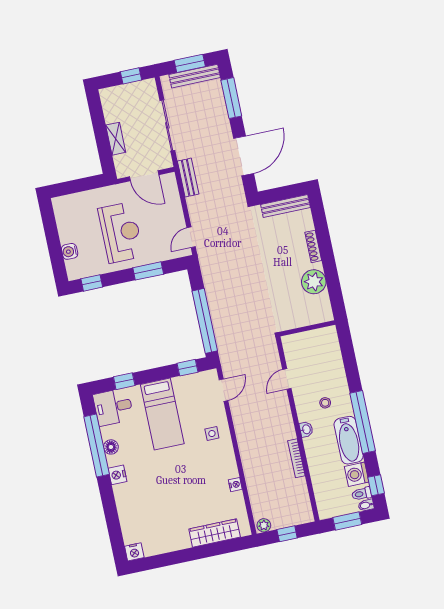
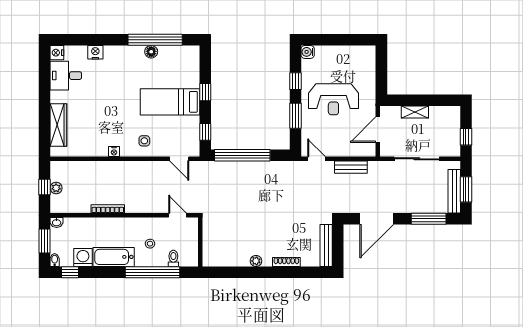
door: (244, 156) -> (377, 219), hinge flipped
bench: (188, 178) -> (351, 167), moved
water cooler: (70, 251) -> (308, 52), moved, turned -90
plant: (314, 282) -> (256, 261), width x0.53, depth x0.53
window: (92, 283) -> (295, 81), moved
wall: (307, 328) -> (200, 242), moved
window: (124, 381) -> (205, 92), moved
desk: (113, 407) -> (66, 76), moved, turned -90
window: (363, 422) -> (152, 272), moved
washbasin: (306, 429) -> (57, 222), moved
nightstand: (117, 475) -> (95, 52), moved
nightstand: (235, 485) -> (114, 152), moved
toilet: (362, 494) -> (173, 258), moved
plant: (264, 525) -> (56, 188), moved

